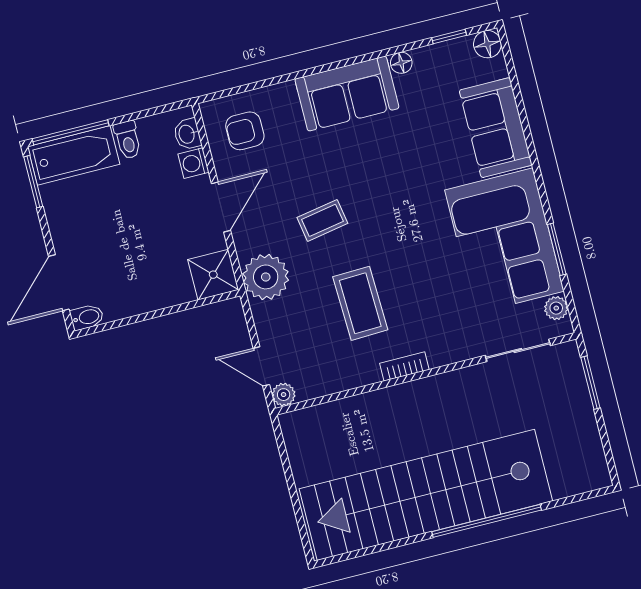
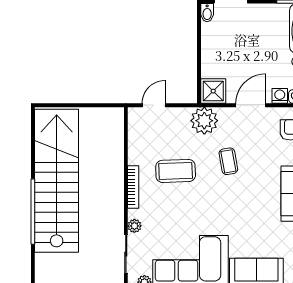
door: (221, 207) -> (251, 105), swing flipped
bookcase: (404, 366) -> (133, 187), width x1.56
plant: (284, 395) -> (134, 226), moved

